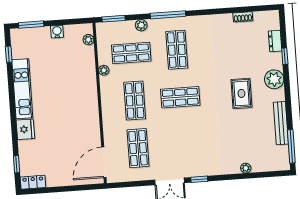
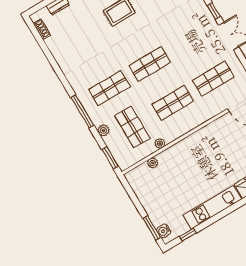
shoe rack: (243, 17) -> (42, 29), moved
water cooler: (57, 32) -> (164, 231), moved
plant: (88, 40) -> (153, 163), moved
shop shelf: (180, 97) -> (150, 64), turned 90

